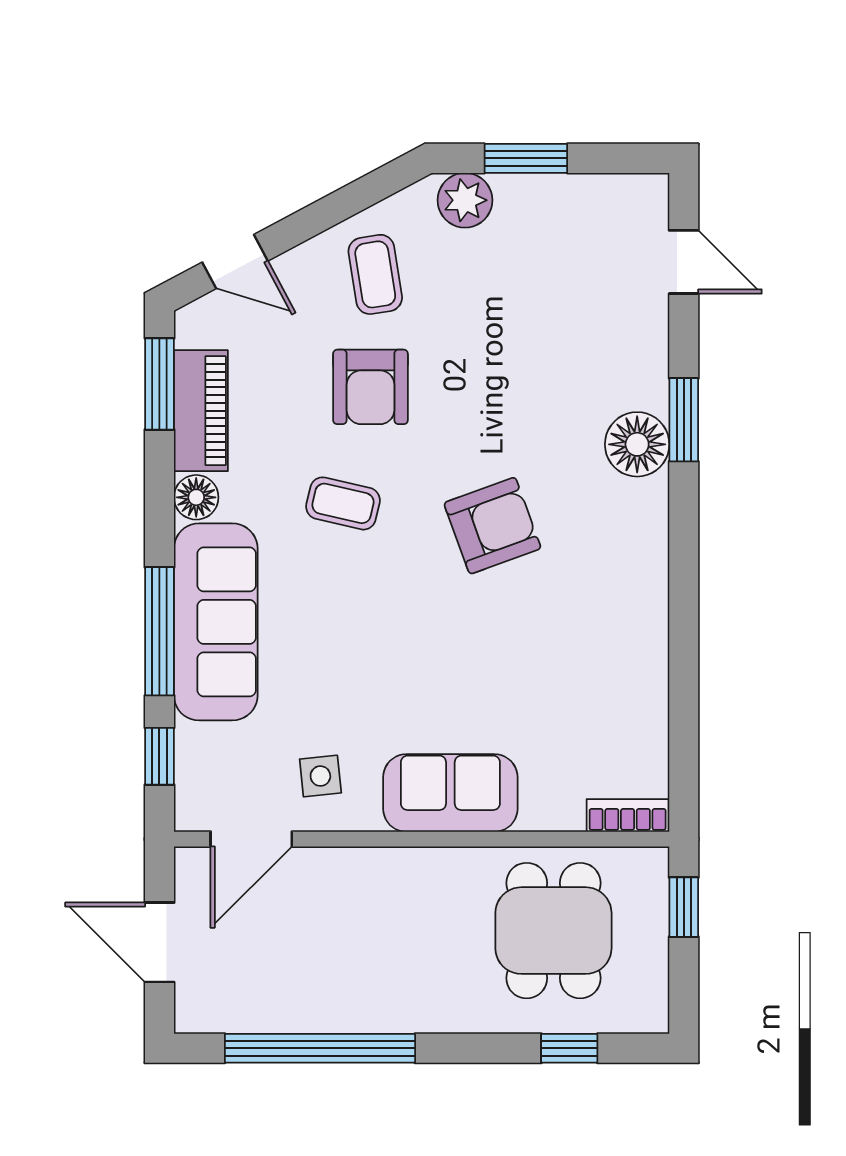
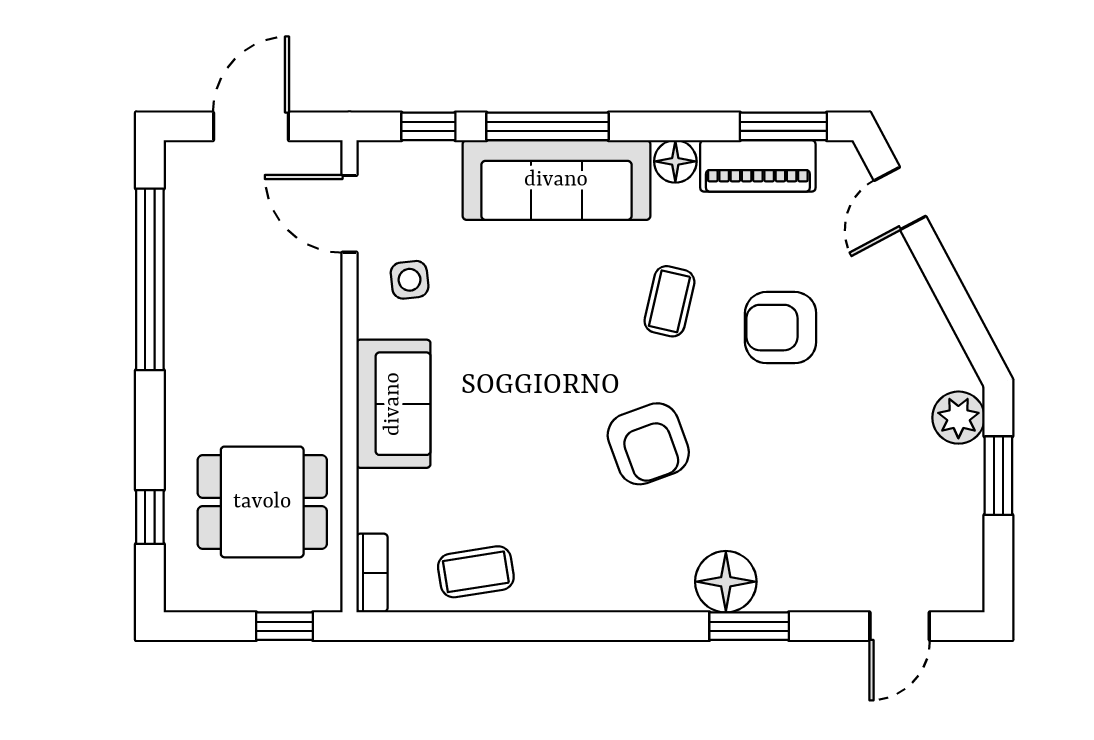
coffee table: (375, 274) -> (476, 572), moved

